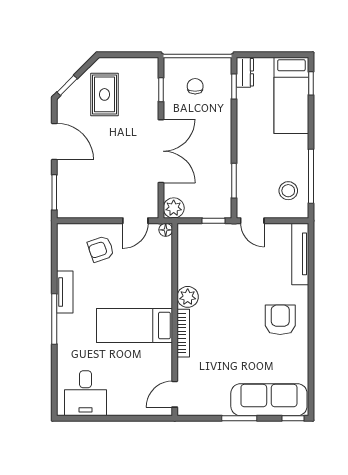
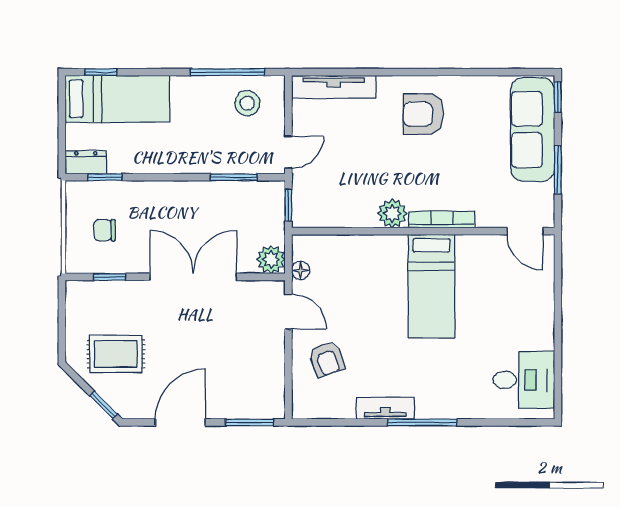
plant: (188, 297) -> (392, 213), moved
wall: (175, 319) -> (423, 231), moved
bed: (134, 326) -> (431, 286), moved
bookcase: (183, 333) -> (442, 219), moved
door: (175, 394) -> (525, 231), moved

